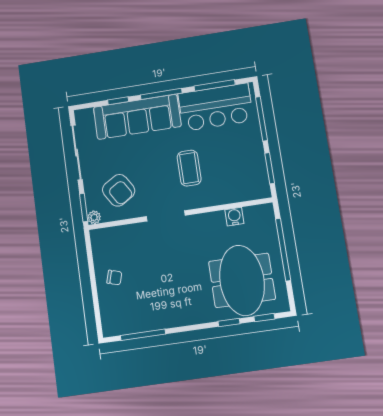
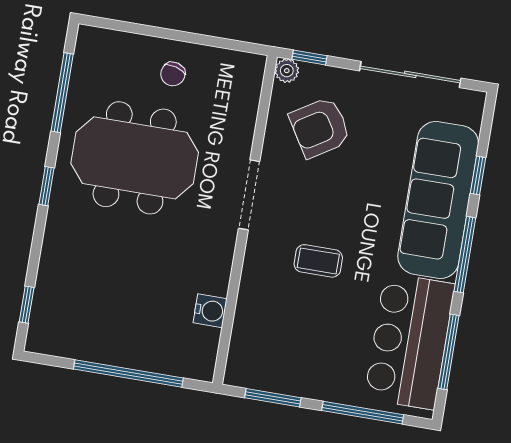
coffee table: (189, 168) -> (318, 261), width x0.73, depth x0.77
window: (84, 208) -> (310, 58), width x0.67
meeting table: (242, 280) -> (135, 158), moved
window: (229, 323) -> (47, 186), moved

